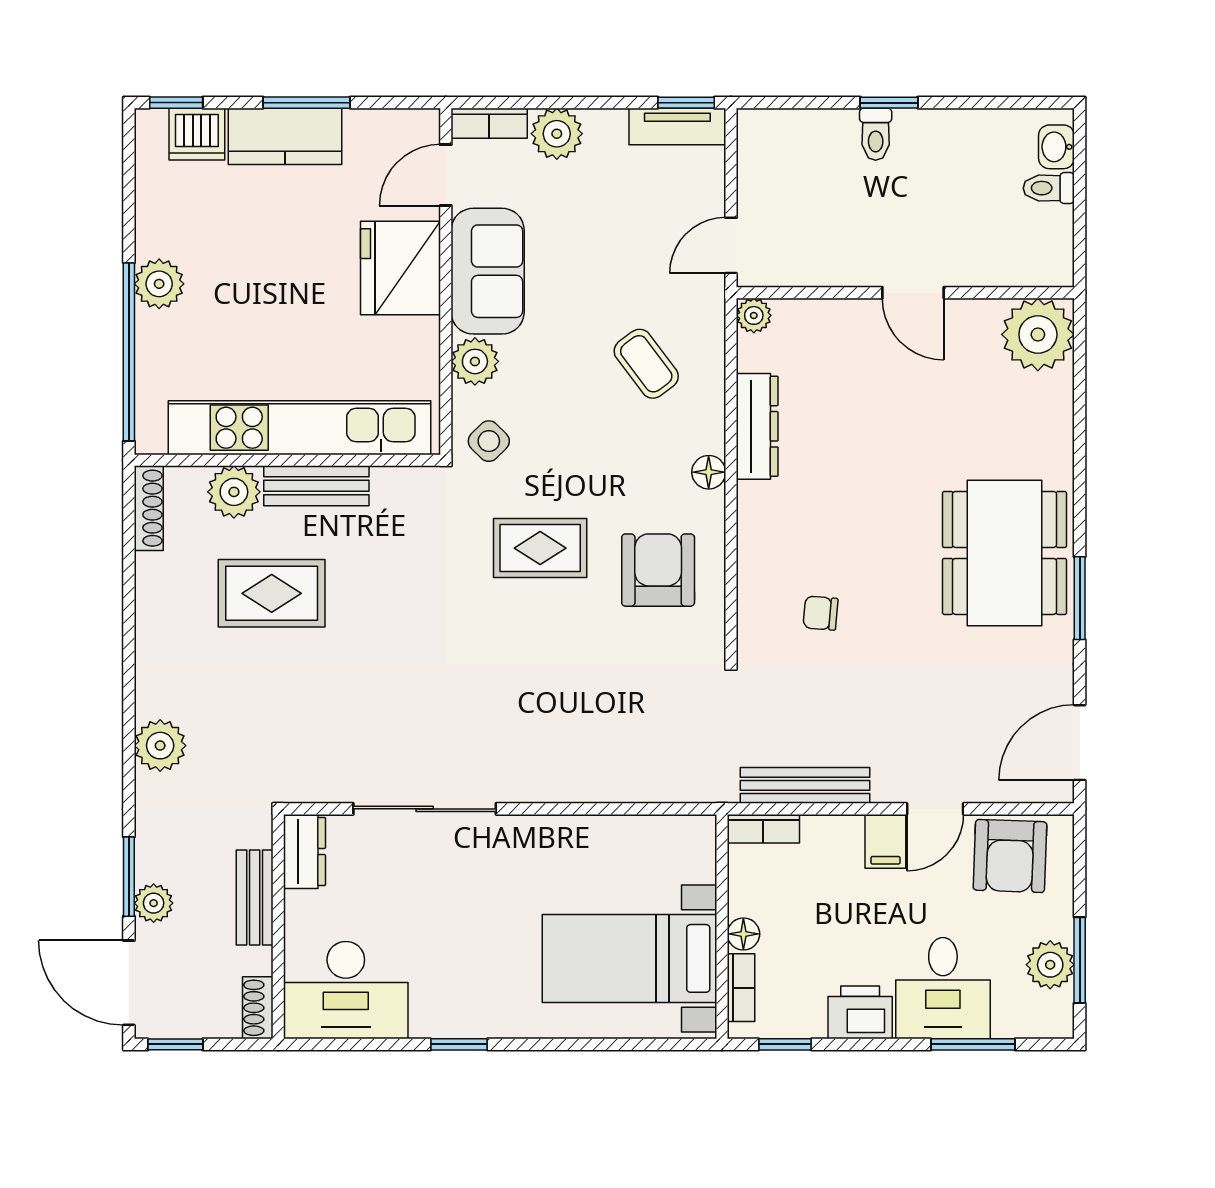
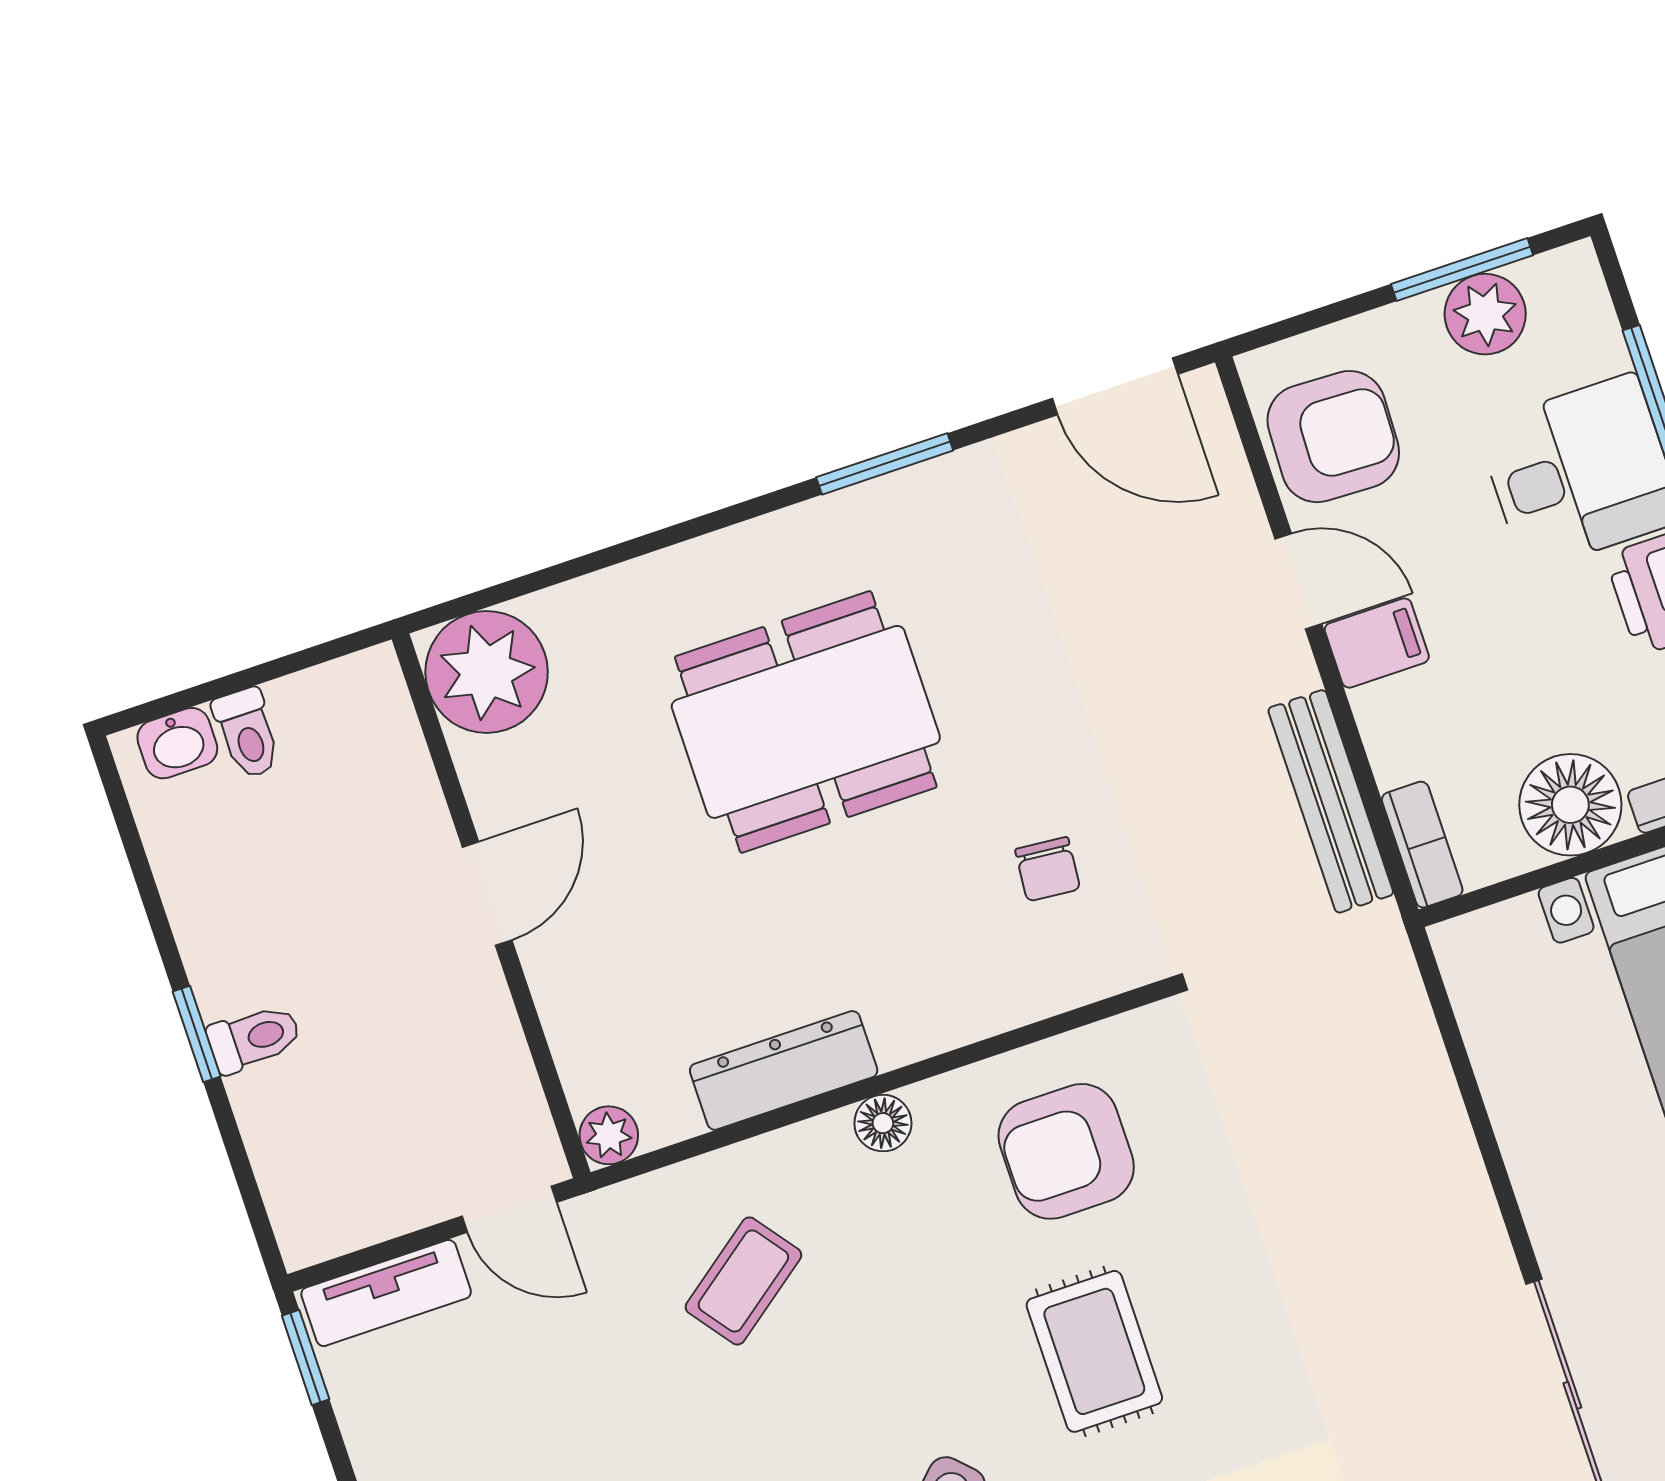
tv unit: (677, 126) -> (386, 1293), moved, turned 90
dining table: (1005, 553) -> (806, 722), moved
floor lamp: (743, 934) -> (1570, 805), width x1.89, depth x1.89

